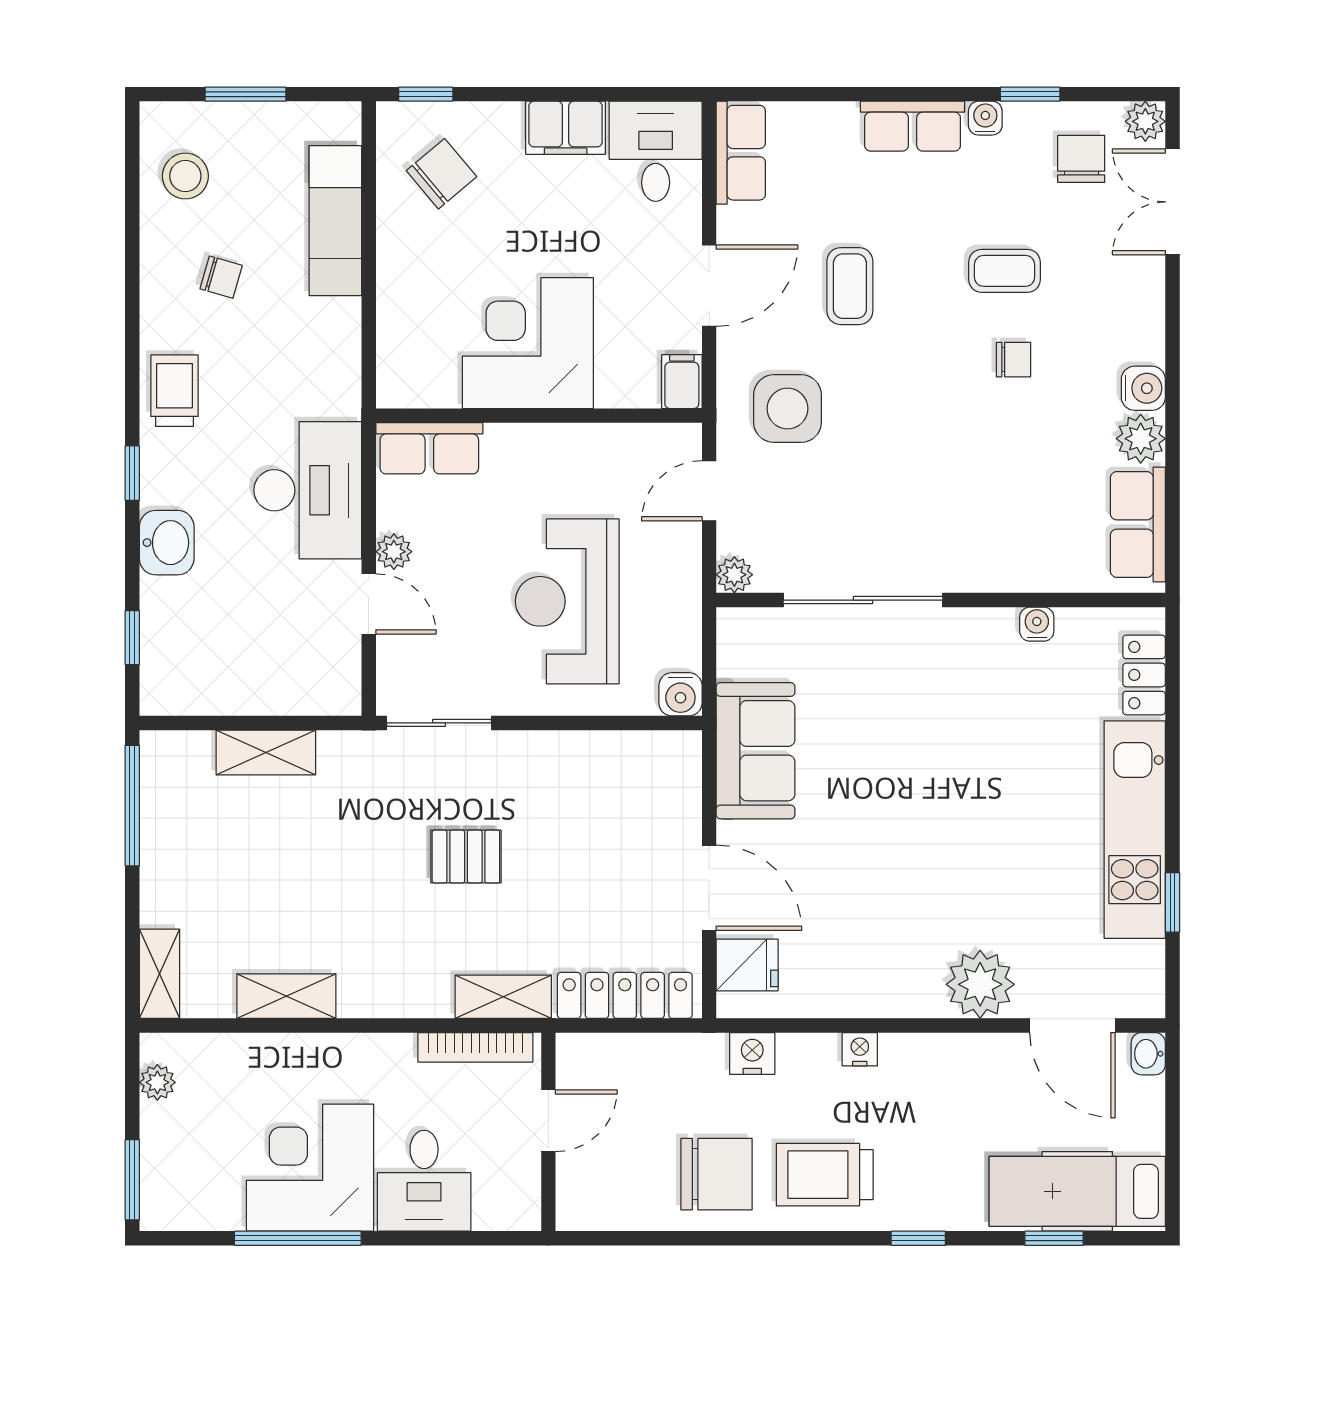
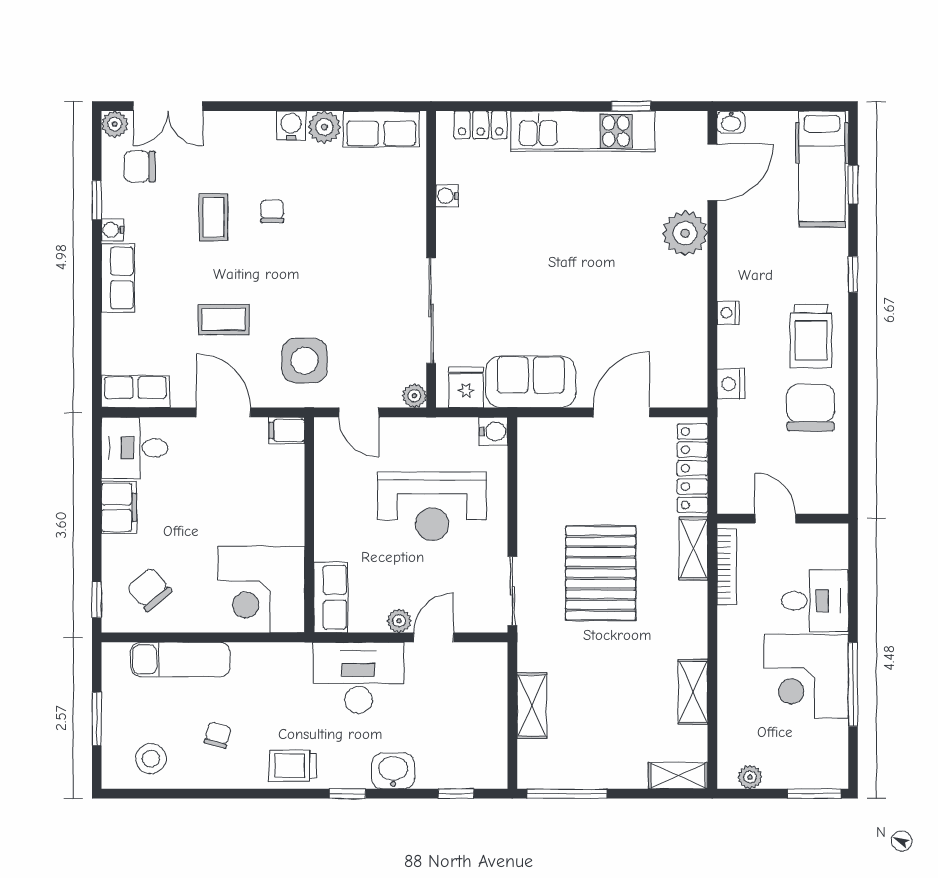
corner desk: (528, 343) -> (261, 589), moved
pallet: (466, 857) -> (601, 573), width x2.05, depth x2.00
fridge: (747, 965) -> (466, 387), moved

